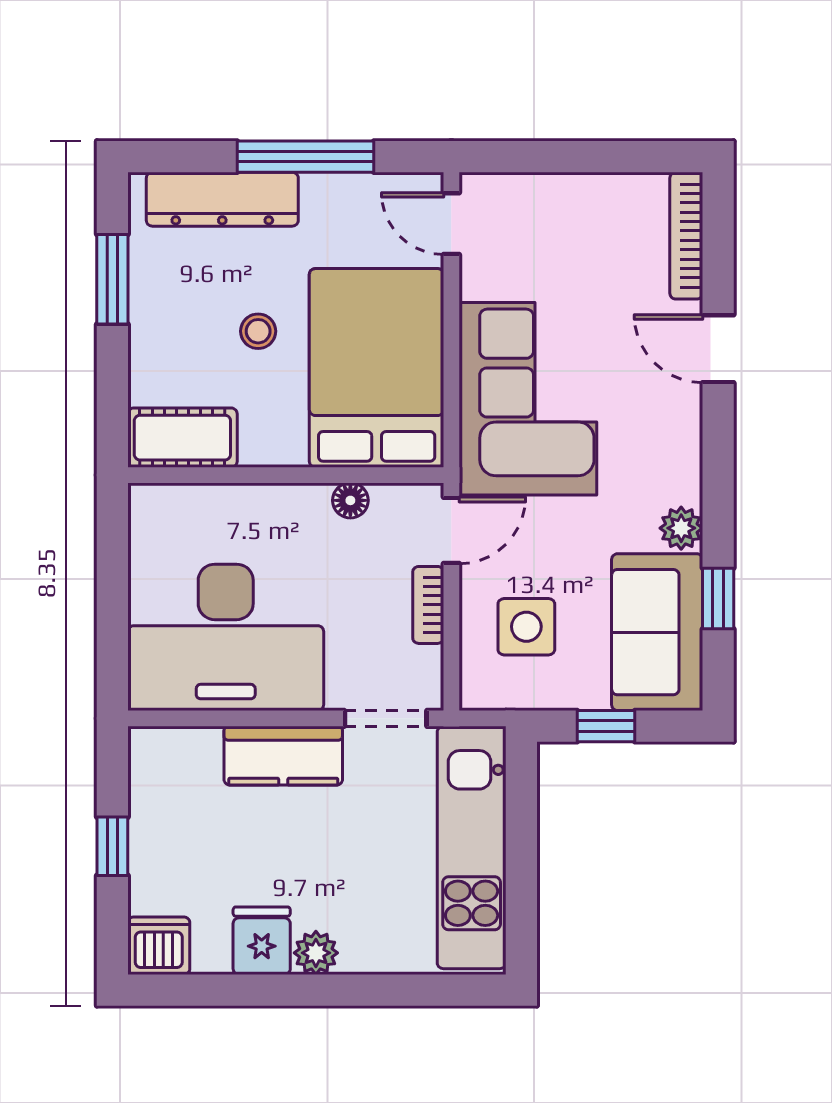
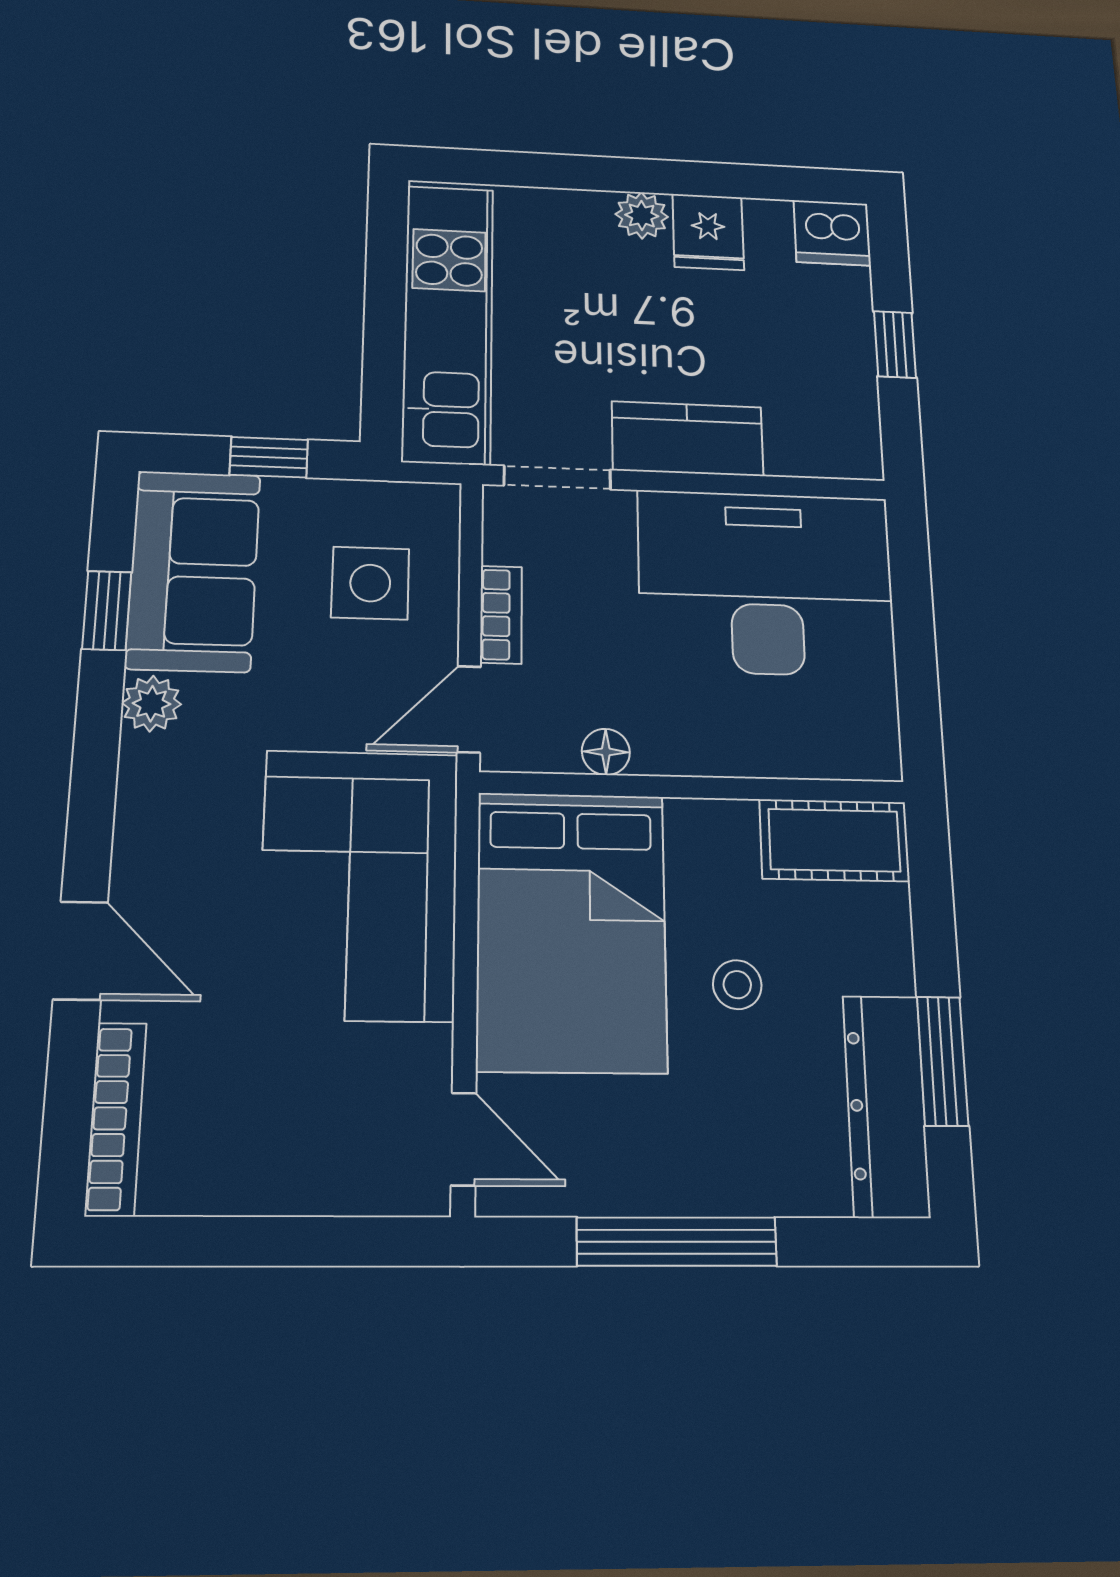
dresser: (222, 199) -> (886, 1106), moved, turned -90

